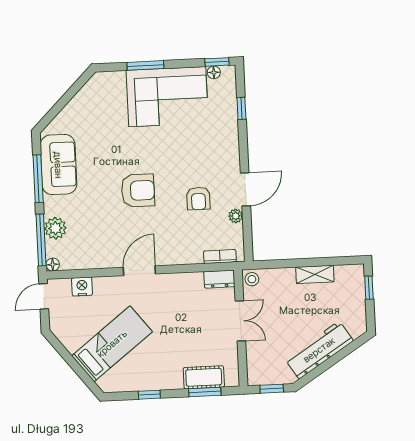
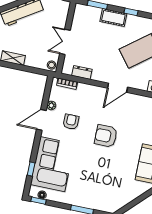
corner sofa: (167, 97) -> (52, 164), moved, turned 90
dresser: (219, 279) -> (82, 72), moved
cot: (204, 377) -> (113, 18), moved

